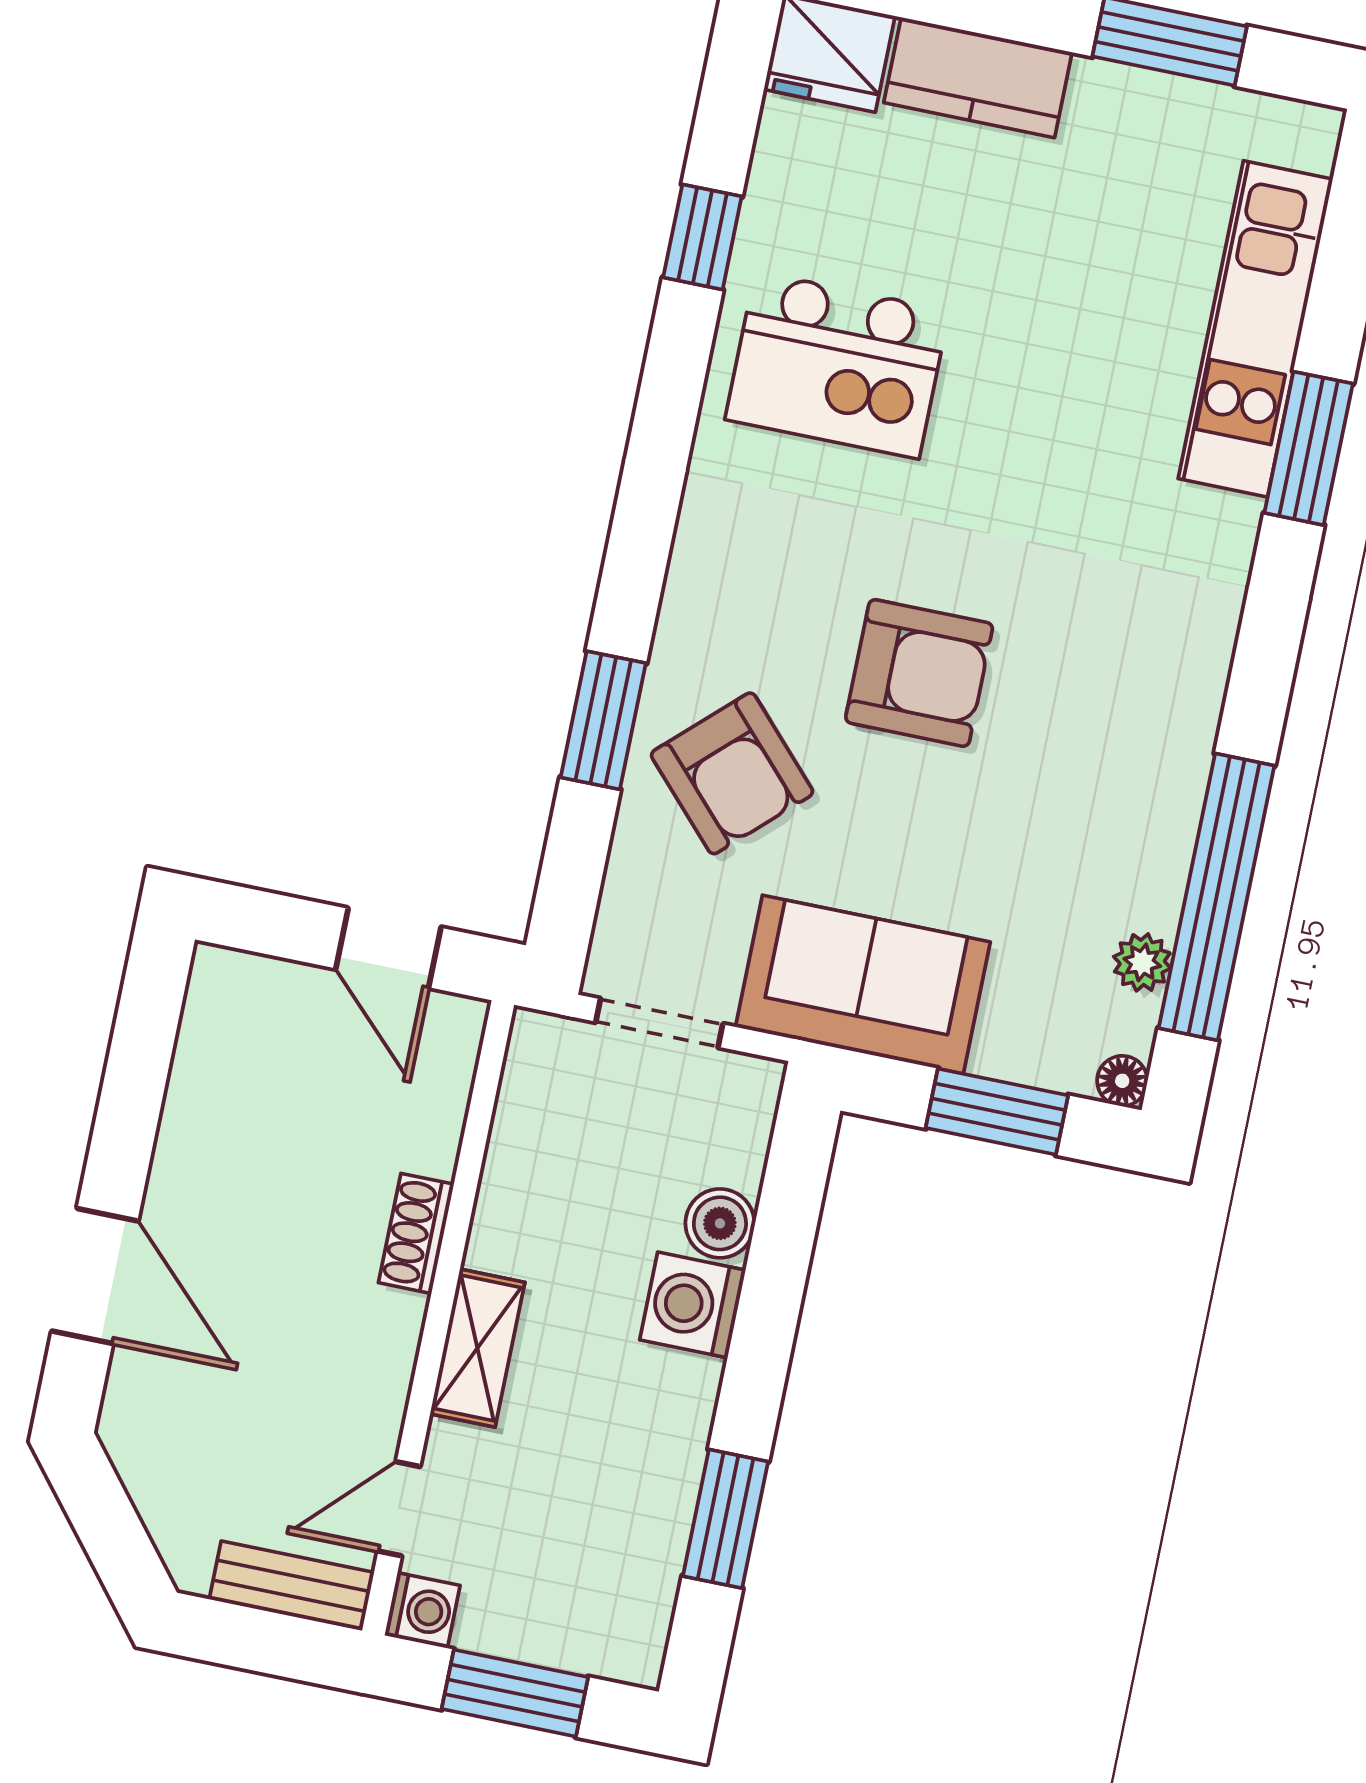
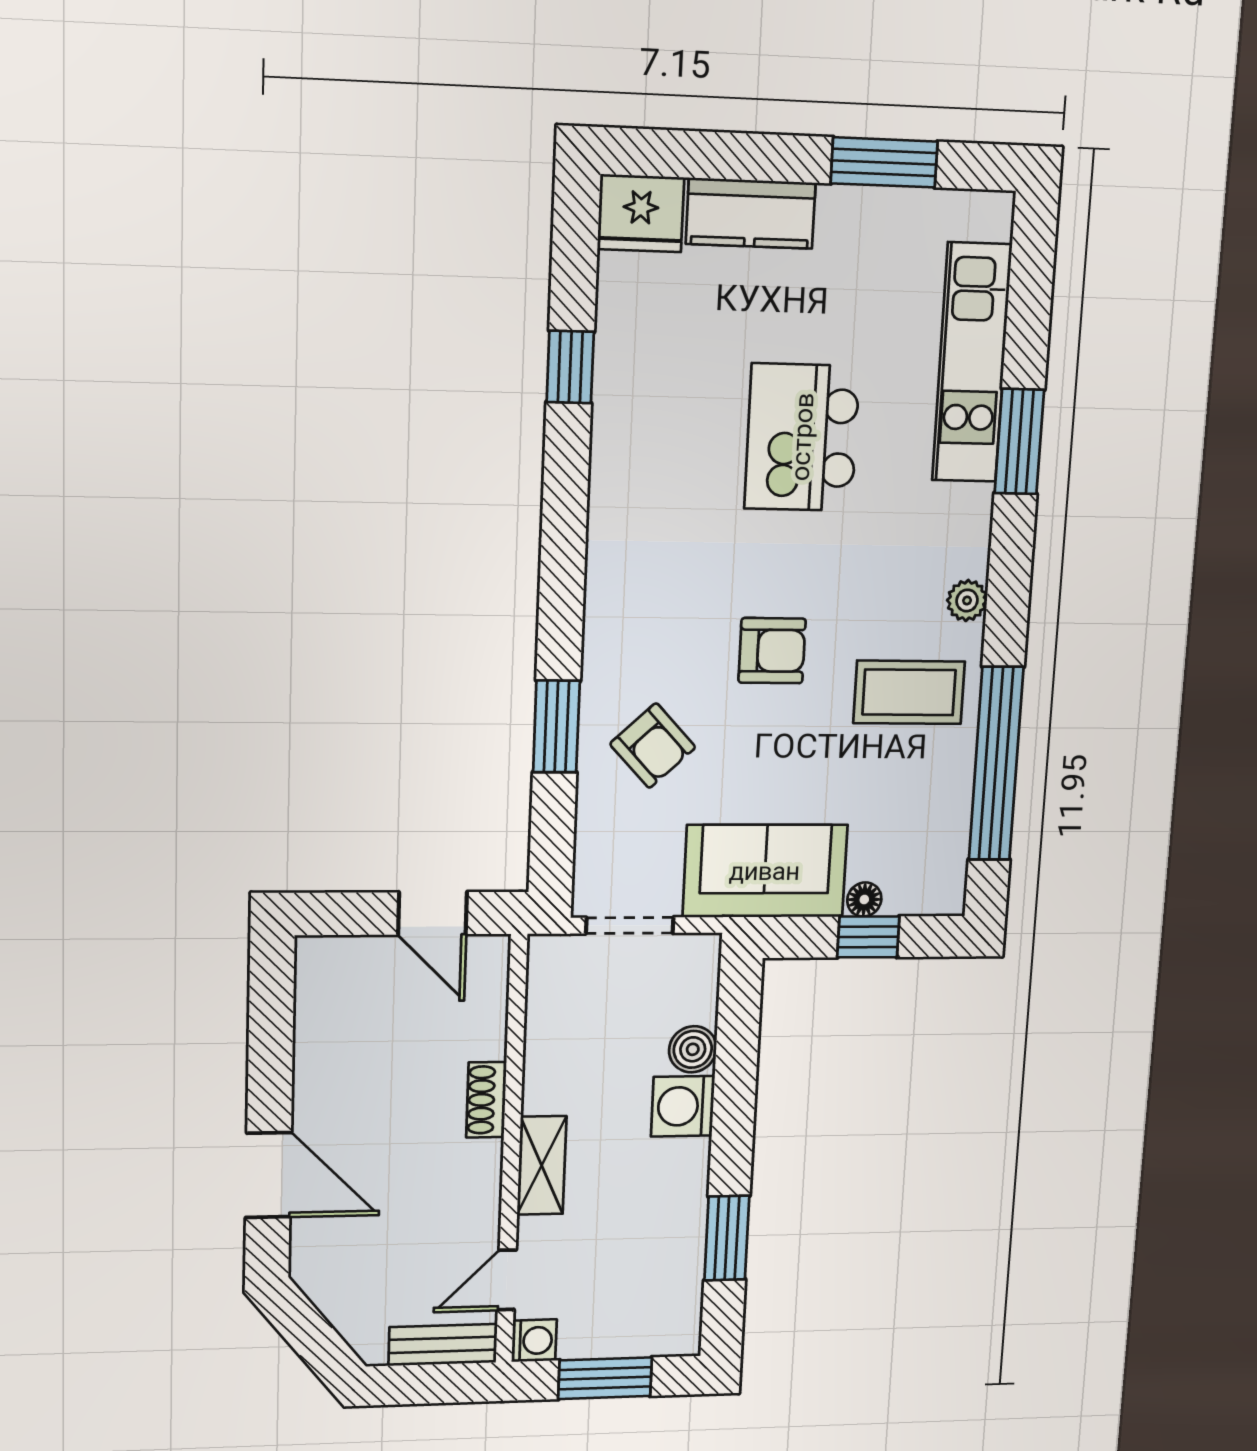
kitchen island: (837, 365) -> (802, 437), moved, turned 90
armchair: (919, 673) -> (772, 651), width x0.72, depth x0.72
coffee table: (1105, 770) -> (909, 692), added
armchair: (732, 773) -> (653, 746), width x0.72, depth x0.72
plant: (1142, 962) -> (967, 600), moved
floor lamp: (1122, 1081) -> (864, 900), moved
window: (997, 1112) -> (868, 937), width x0.67

